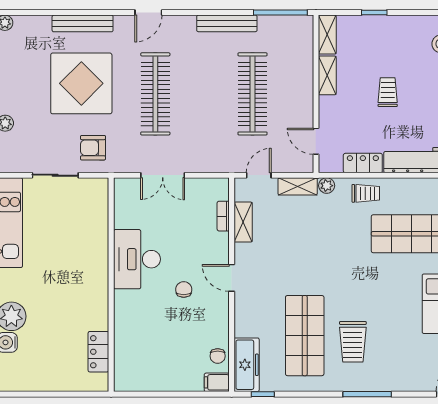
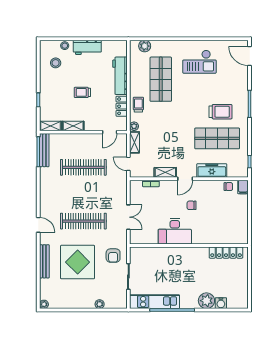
bench: (227, 23) -> (44, 150), moved
shelving: (243, 222) -> (165, 172), moved
locker: (98, 352) -> (226, 253), width x1.53
freezer: (247, 365) -> (212, 171), moved

